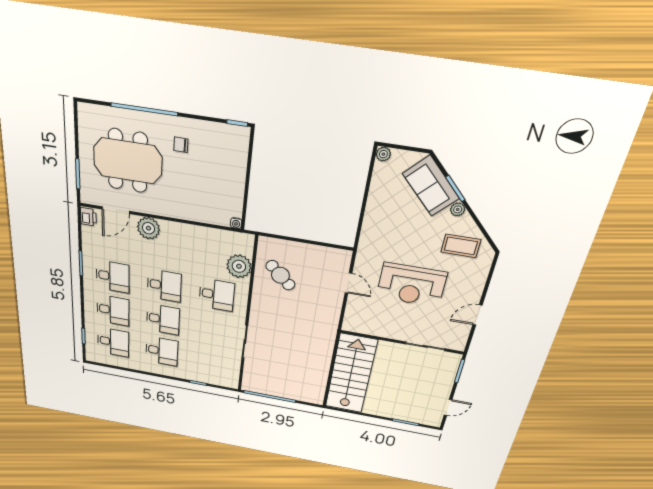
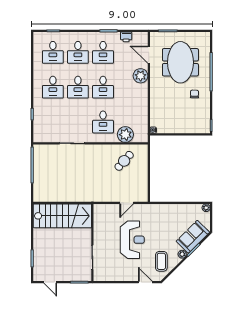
printer: (88, 217) -> (126, 37), moved
reception desk: (411, 285) -> (132, 240), turned 180
door: (478, 315) -> (145, 282), moved

